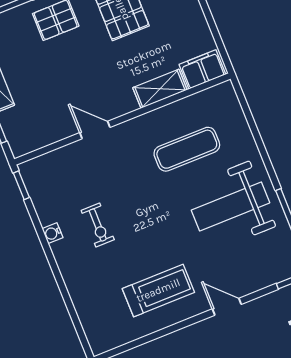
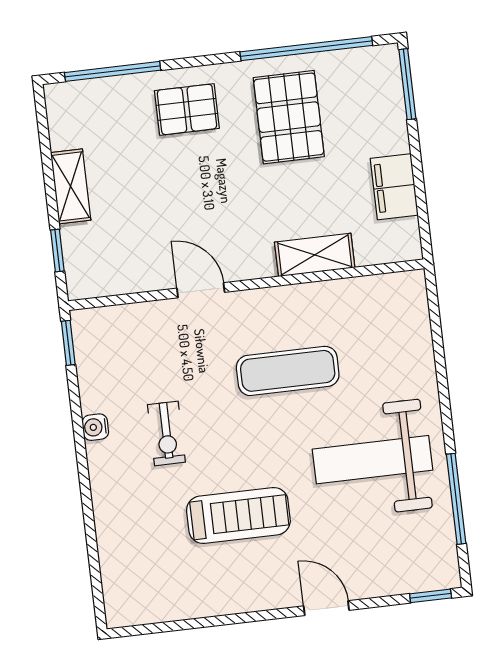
filing cabinet: (202, 69) -> (394, 187), moved, turned -90
exercise mat: (187, 149) -> (288, 371), moved
treadmill: (158, 290) -> (238, 515), moved

